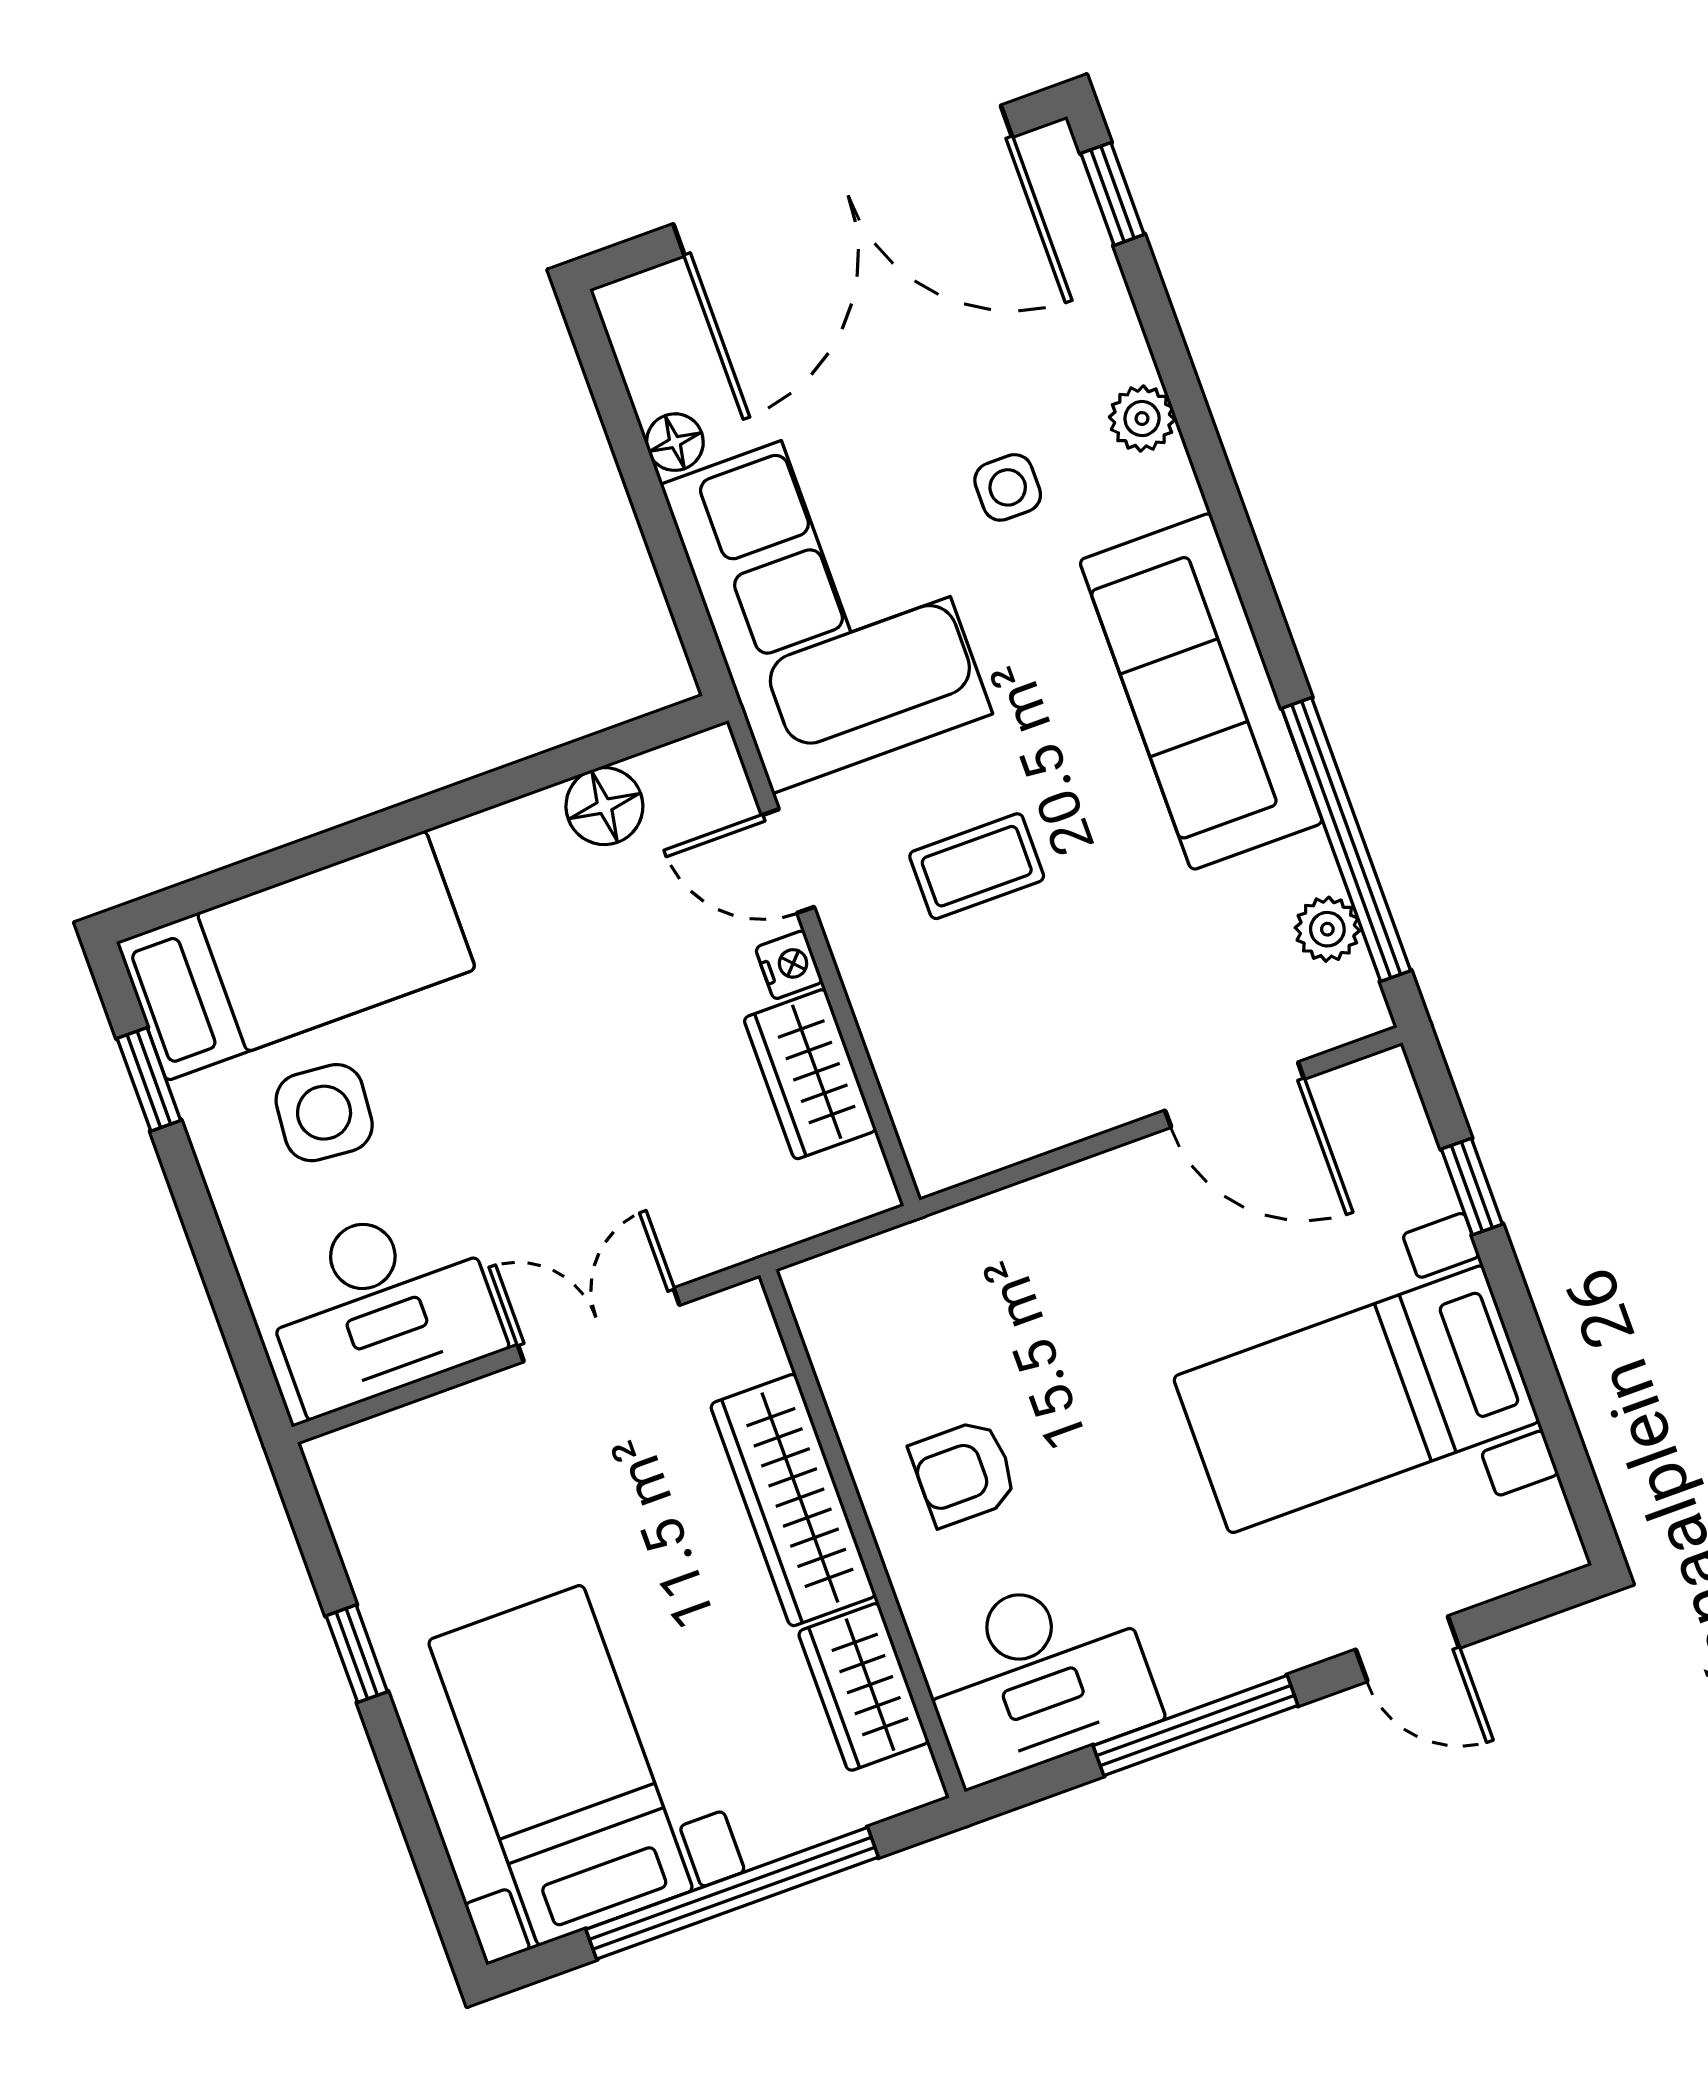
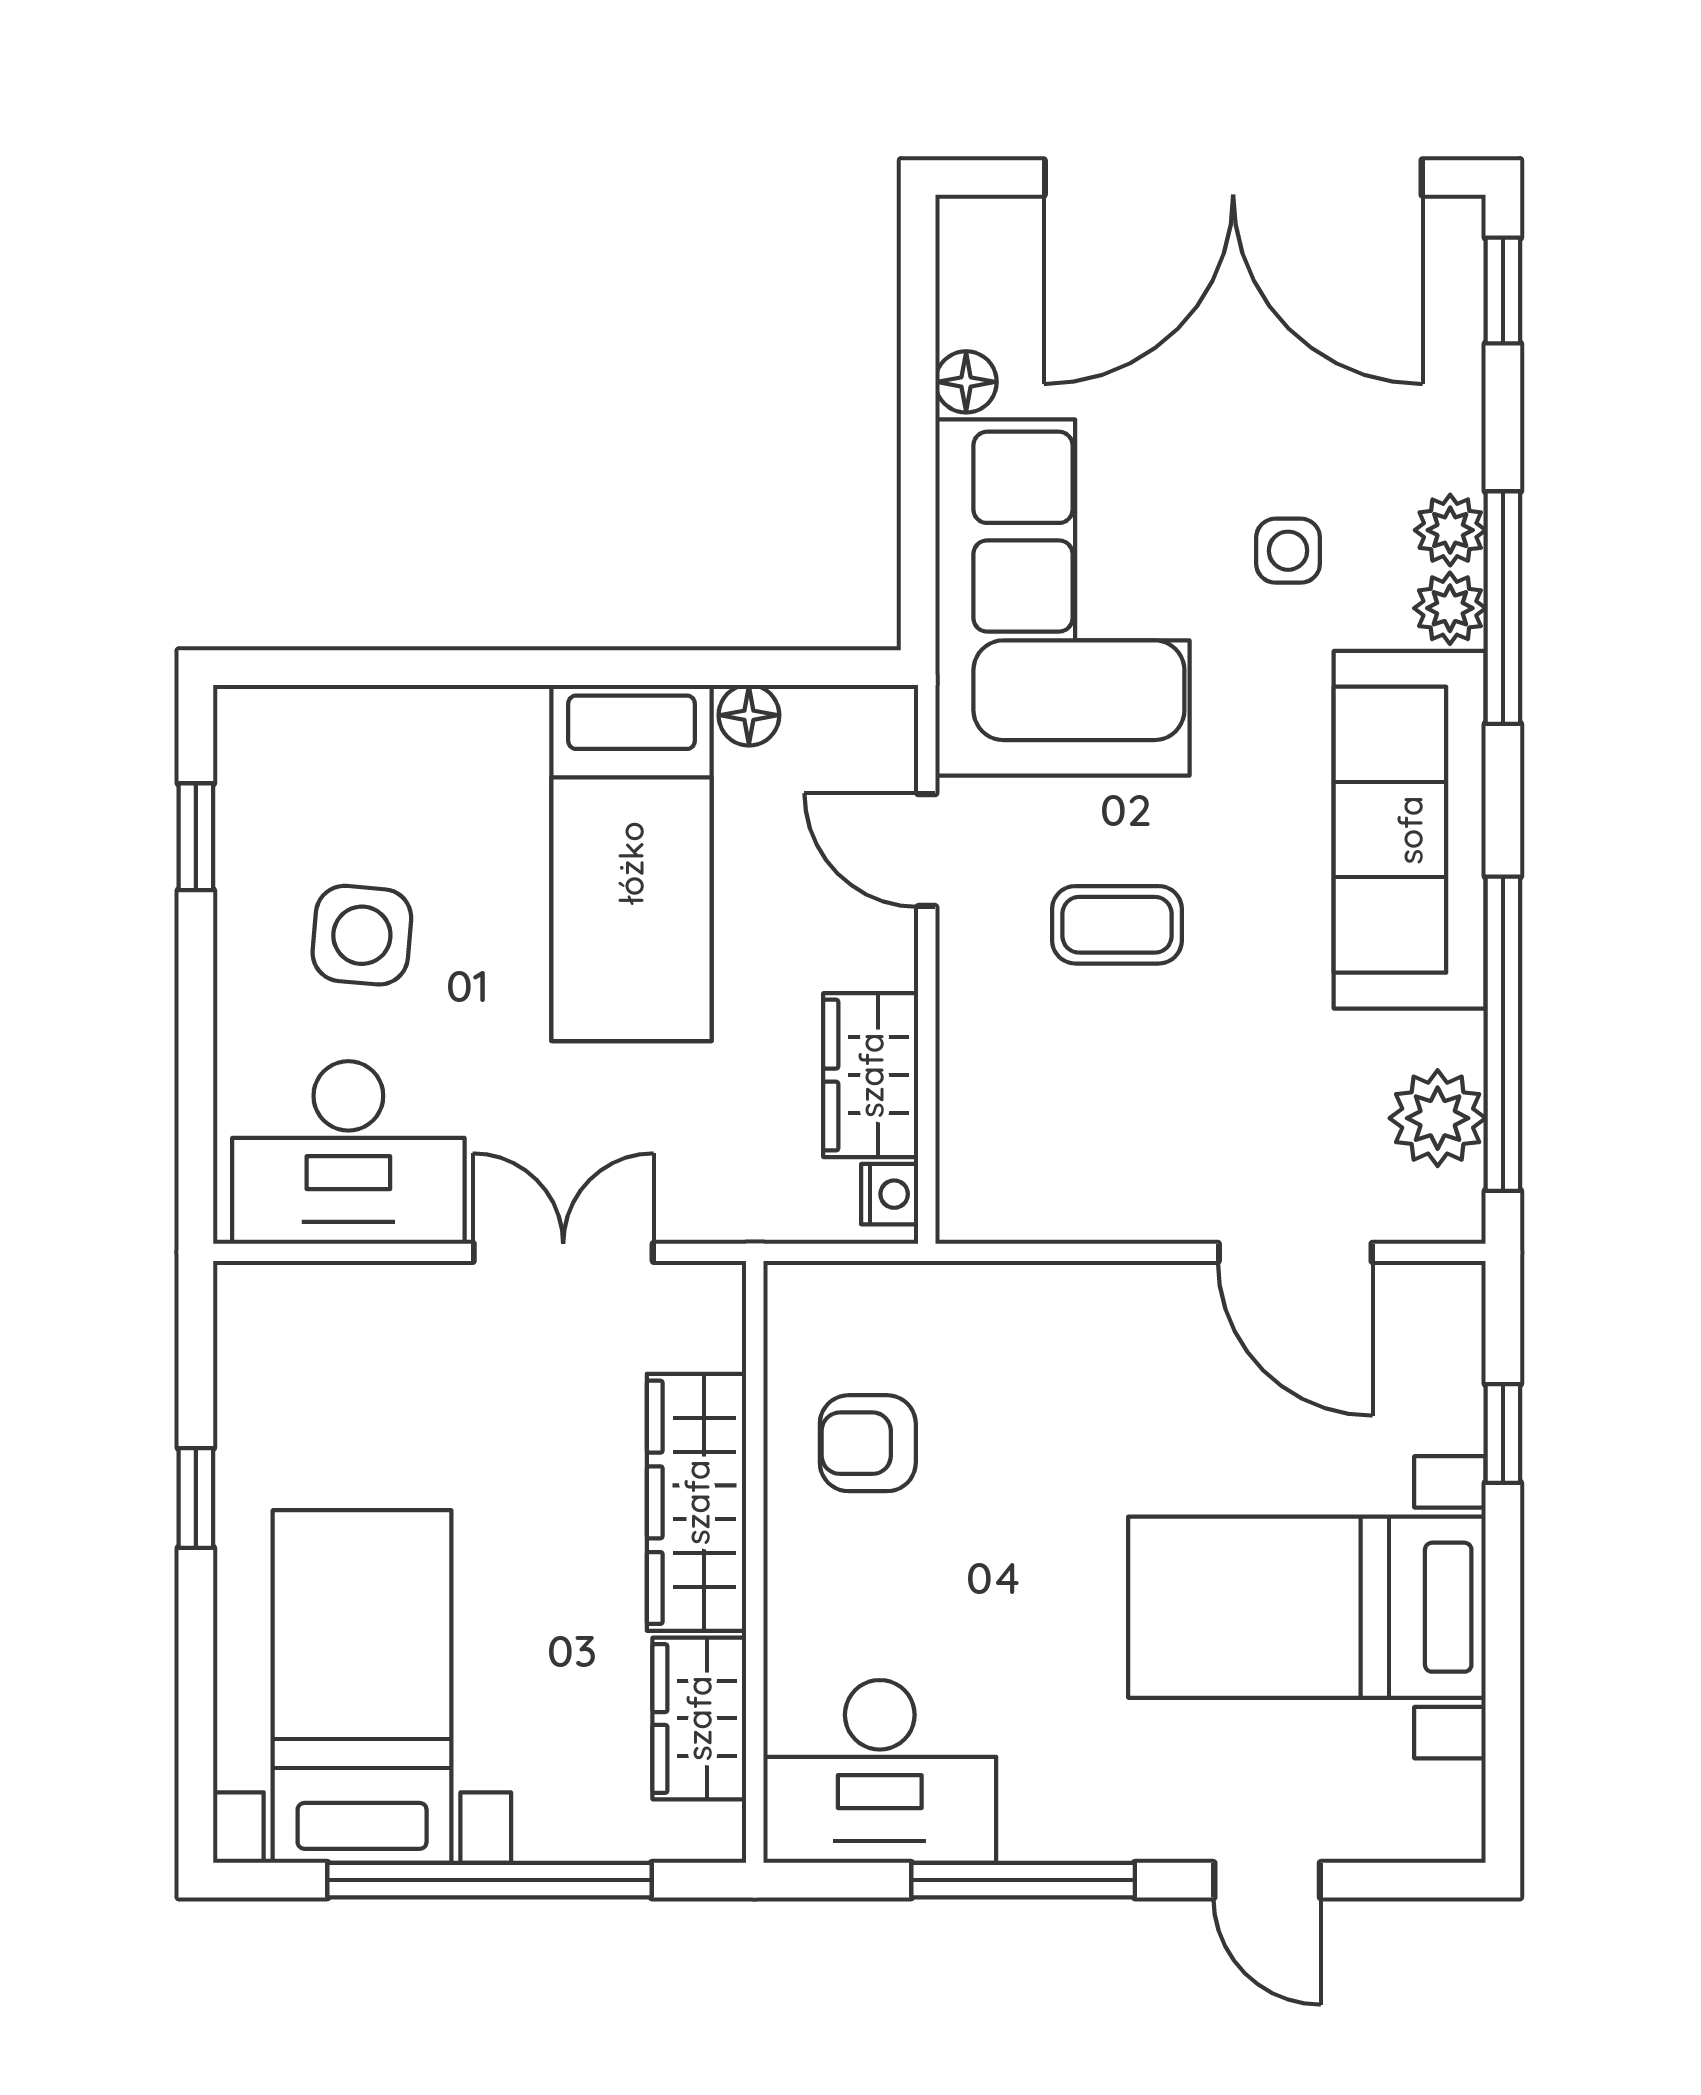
window: (1212, 469) -> (1503, 608), added
plant: (1166, 487) -> (1450, 608), added
floor lamp: (604, 806) -> (749, 715), width x0.73, depth x0.73
plant: (1327, 929) -> (1438, 1118), width x1.38, depth x1.38
bed: (296, 956) -> (631, 863), moved, turned 90
nightstand: (789, 965) -> (890, 1194), moved
armchair: (964, 1473) -> (868, 1443), moved

